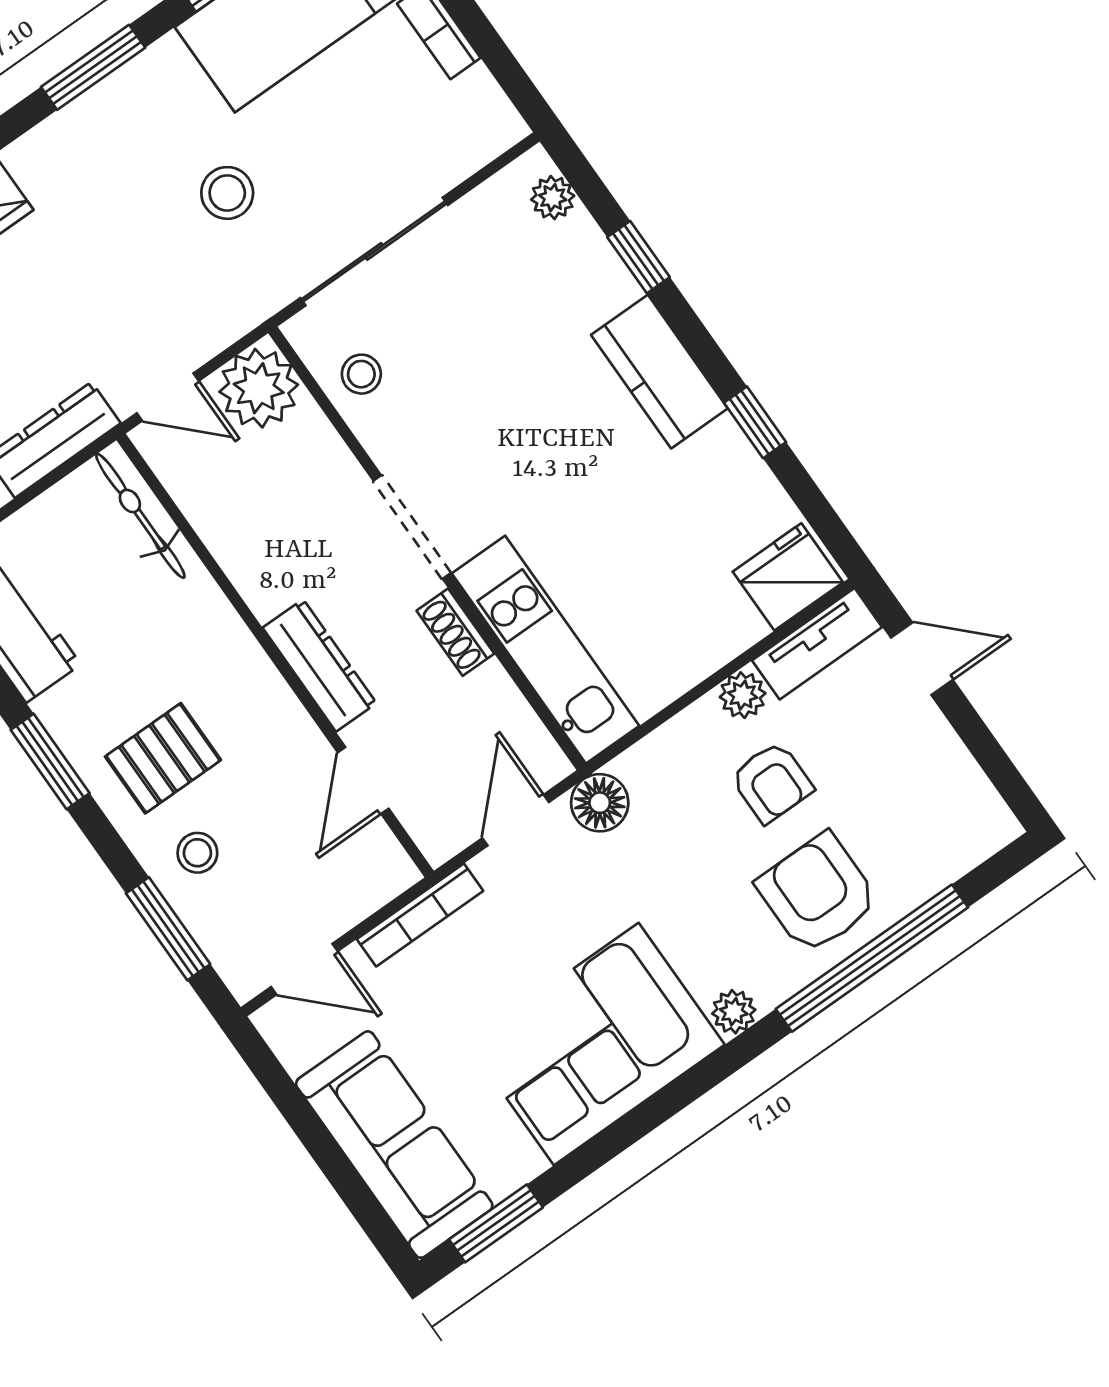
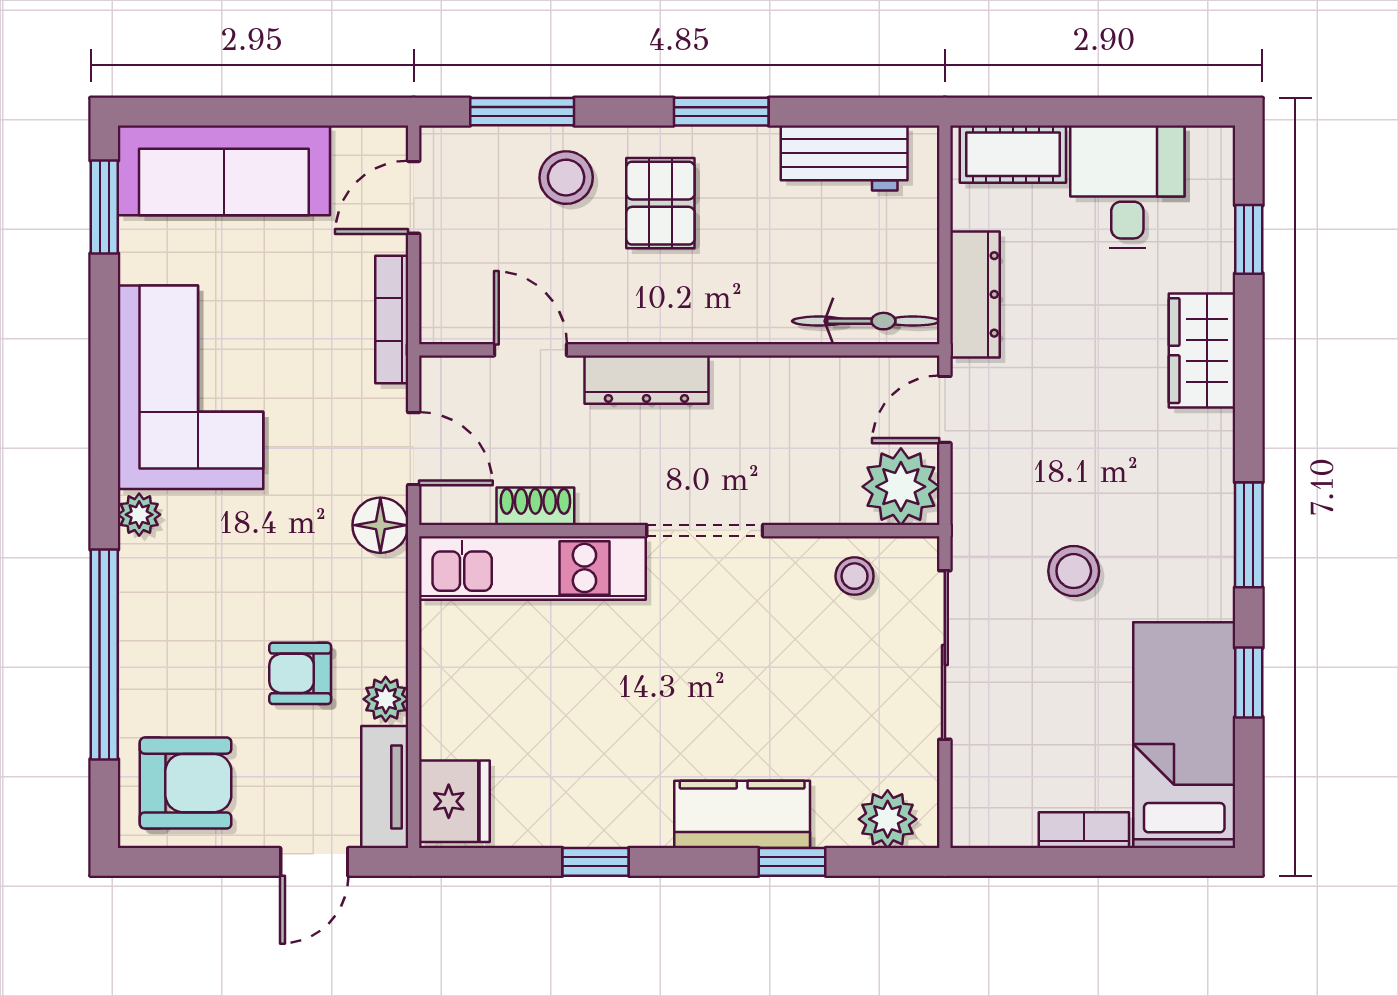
plant: (553, 198) -> (888, 819), width x1.38, depth x1.38
kitchen counter: (659, 372) -> (742, 814), moved
shoe rack: (455, 632) -> (535, 506), moved
stool: (197, 853) -> (566, 178), width x1.37, depth x1.37
armchair: (818, 893) -> (186, 783), moved

